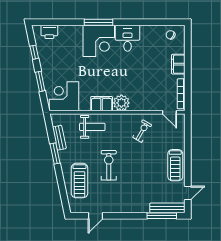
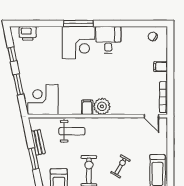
filing cabinet: (178, 64) -> (161, 67), width x0.50
filing cabinet: (102, 104) -> (87, 107), width x0.50
exercise bike: (142, 131) -> (120, 166), moved

